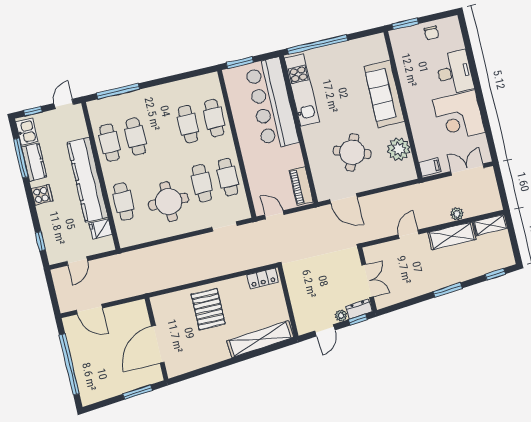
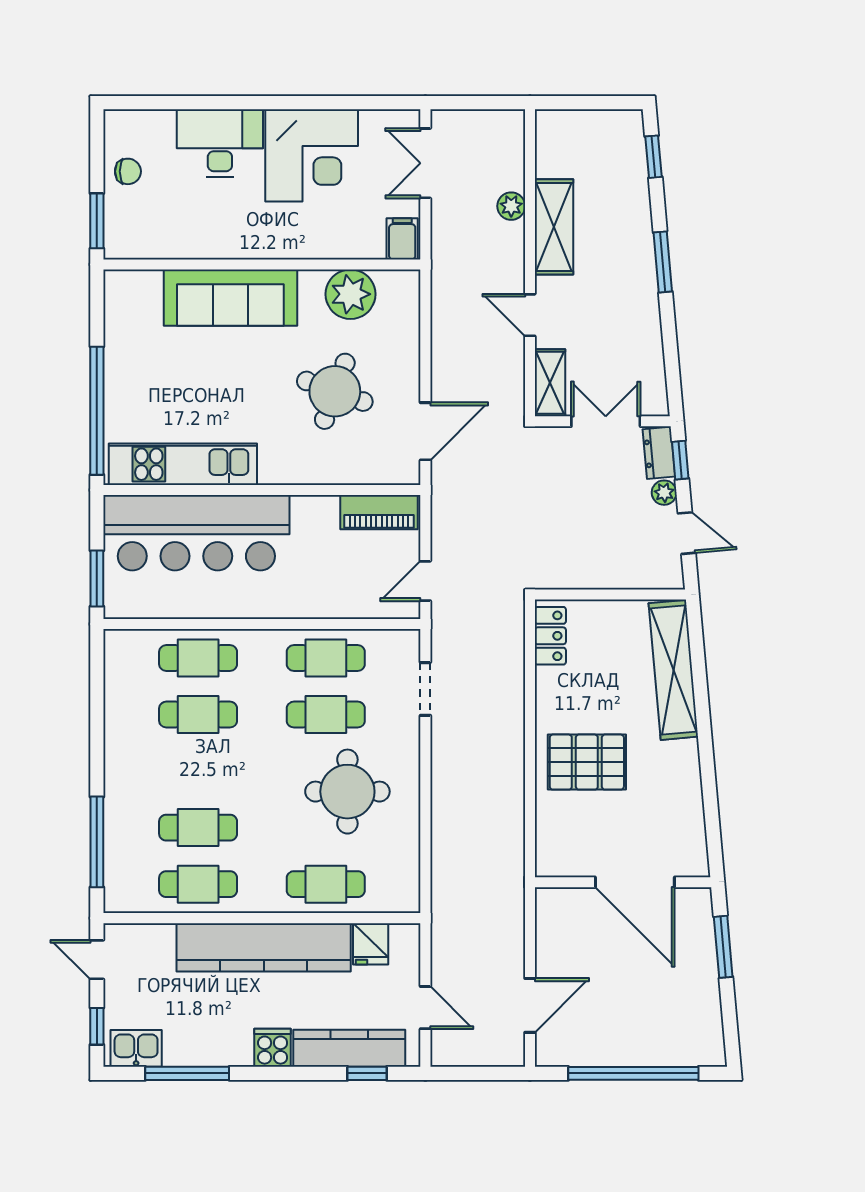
kitchen counter: (34, 162) -> (349, 1048), moved, width x1.50
shelving: (490, 225) -> (550, 383), moved

